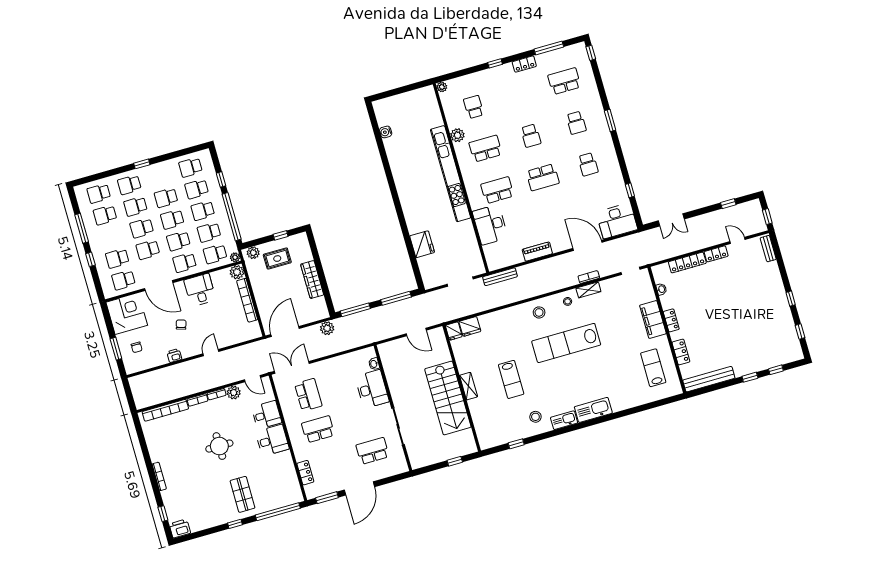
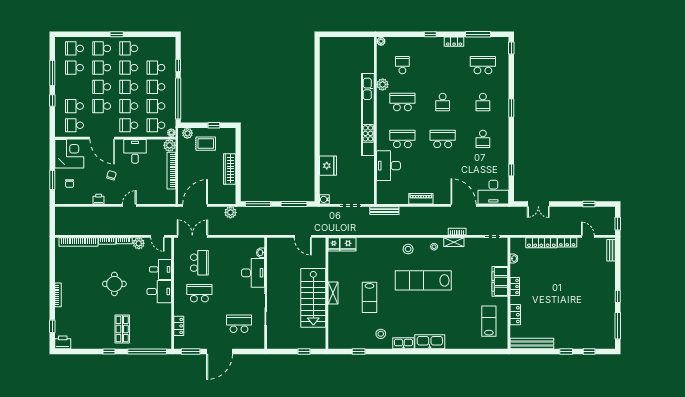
water cooler: (386, 132) -> (324, 199), moved
school desk: (190, 167) -> (129, 48), moved
school desk: (543, 177) -> (443, 139), turned 180
window: (800, 332) -> (618, 326), width x2.17

